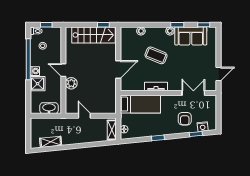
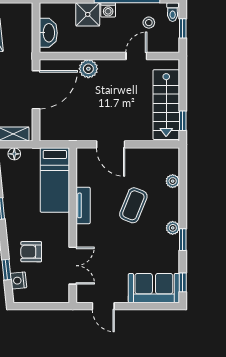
sofa: (191, 36) -> (154, 288), moved, turned 90
door: (63, 70) -> (136, 56), moved
door: (84, 116) -> (36, 90), width x1.88

